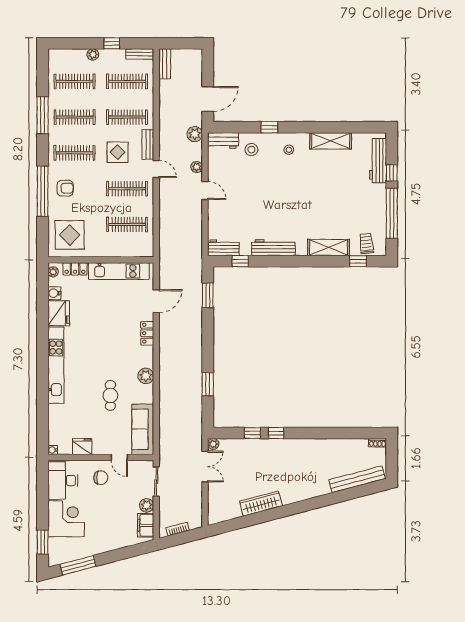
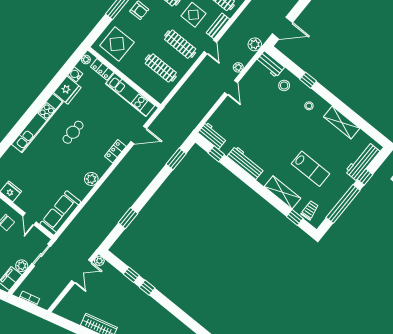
lab bench: (337, 205) -> (311, 169), added
cafe table: (110, 395) -> (73, 132), moved

